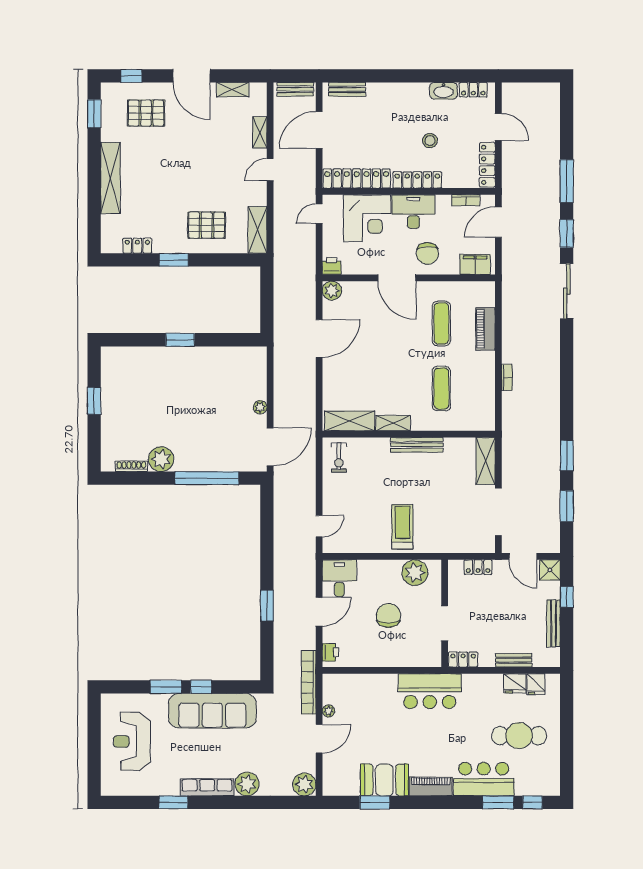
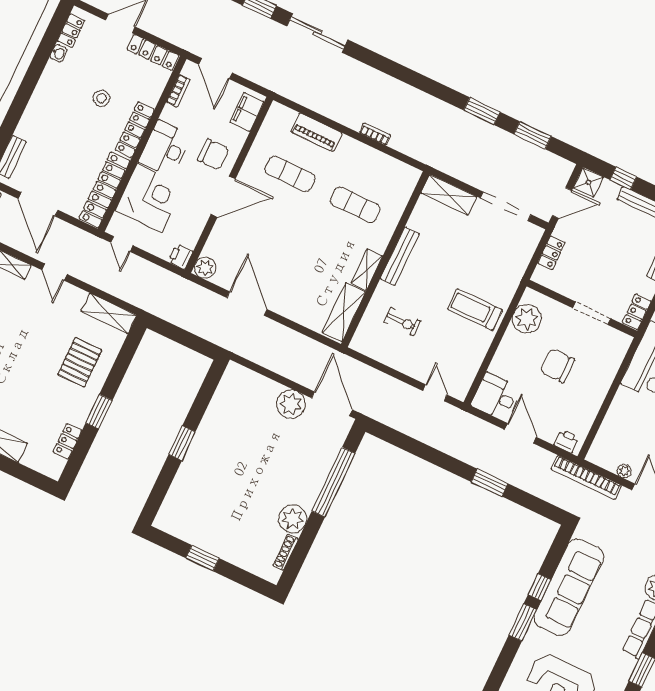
washbasin: (444, 91) -> (59, 53), width x0.52, depth x0.69
plant: (260, 407) -> (291, 404), width x1.88, depth x1.88
exercise bike: (339, 458) -> (402, 322), moved

